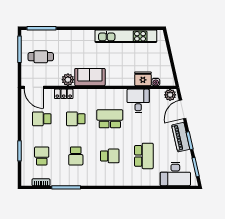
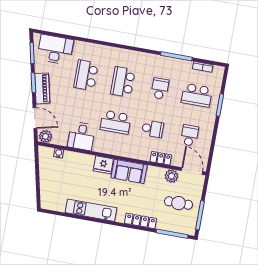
locker: (72, 35) -> (141, 221), added
kitchen unit: (126, 36) -> (91, 210), width x0.73
fridge: (143, 79) -> (103, 165), moved
plant: (68, 80) -> (171, 176), moved
door: (183, 109) -> (35, 118), hinge flipped
school desk: (42, 119) -> (190, 135), turned -90
school desk: (42, 156) -> (197, 95), width x1.85
school desk: (110, 156) -> (123, 82), width x1.85

